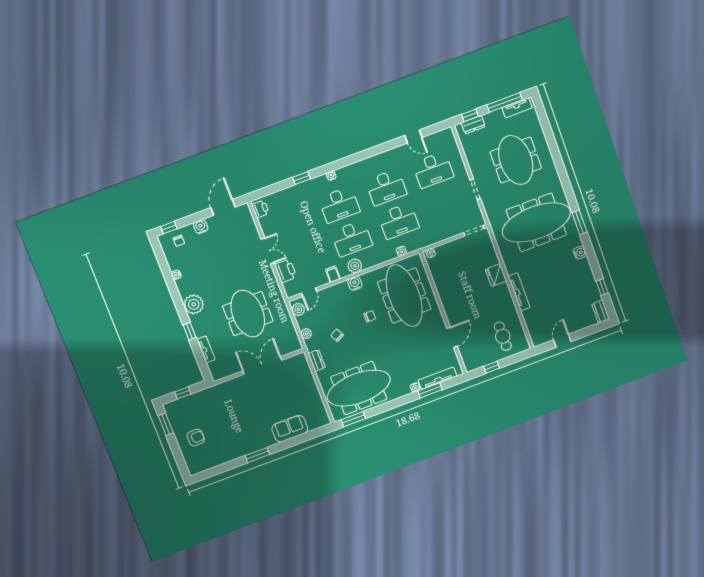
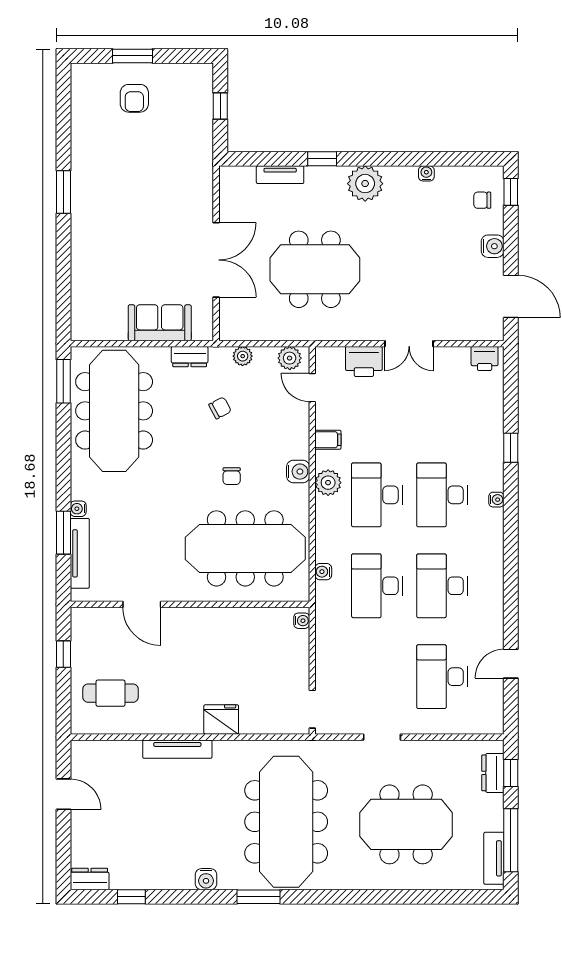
window: (166, 424) -> (133, 56), moved
sofa: (290, 429) -> (160, 323), moved, turned -90

